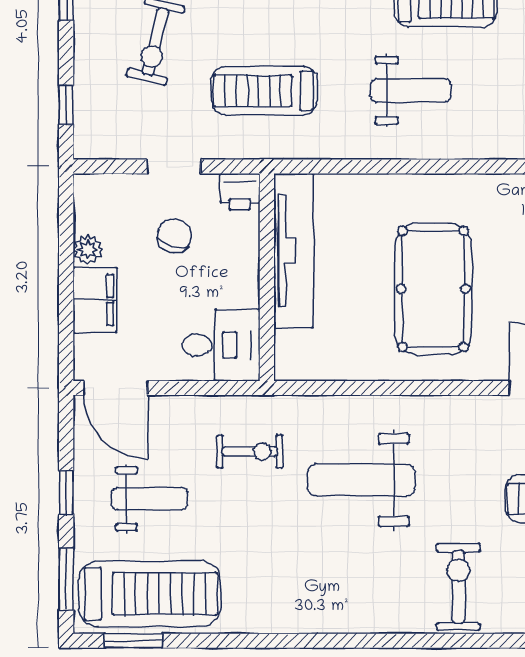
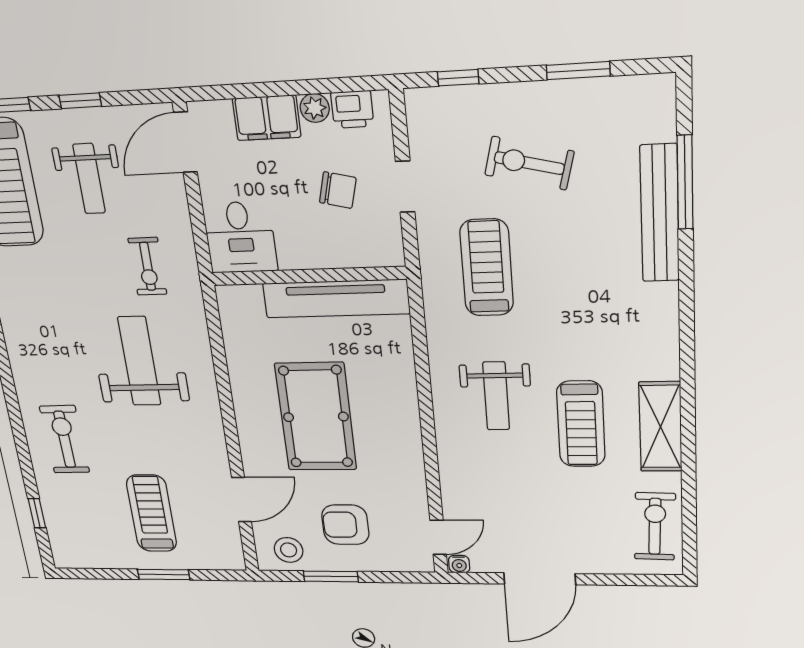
printer: (240, 192) -> (352, 109), moved, turned -90
pool table: (433, 289) -> (316, 417), turned 90
exercise bike: (458, 587) -> (65, 439), turned -91

